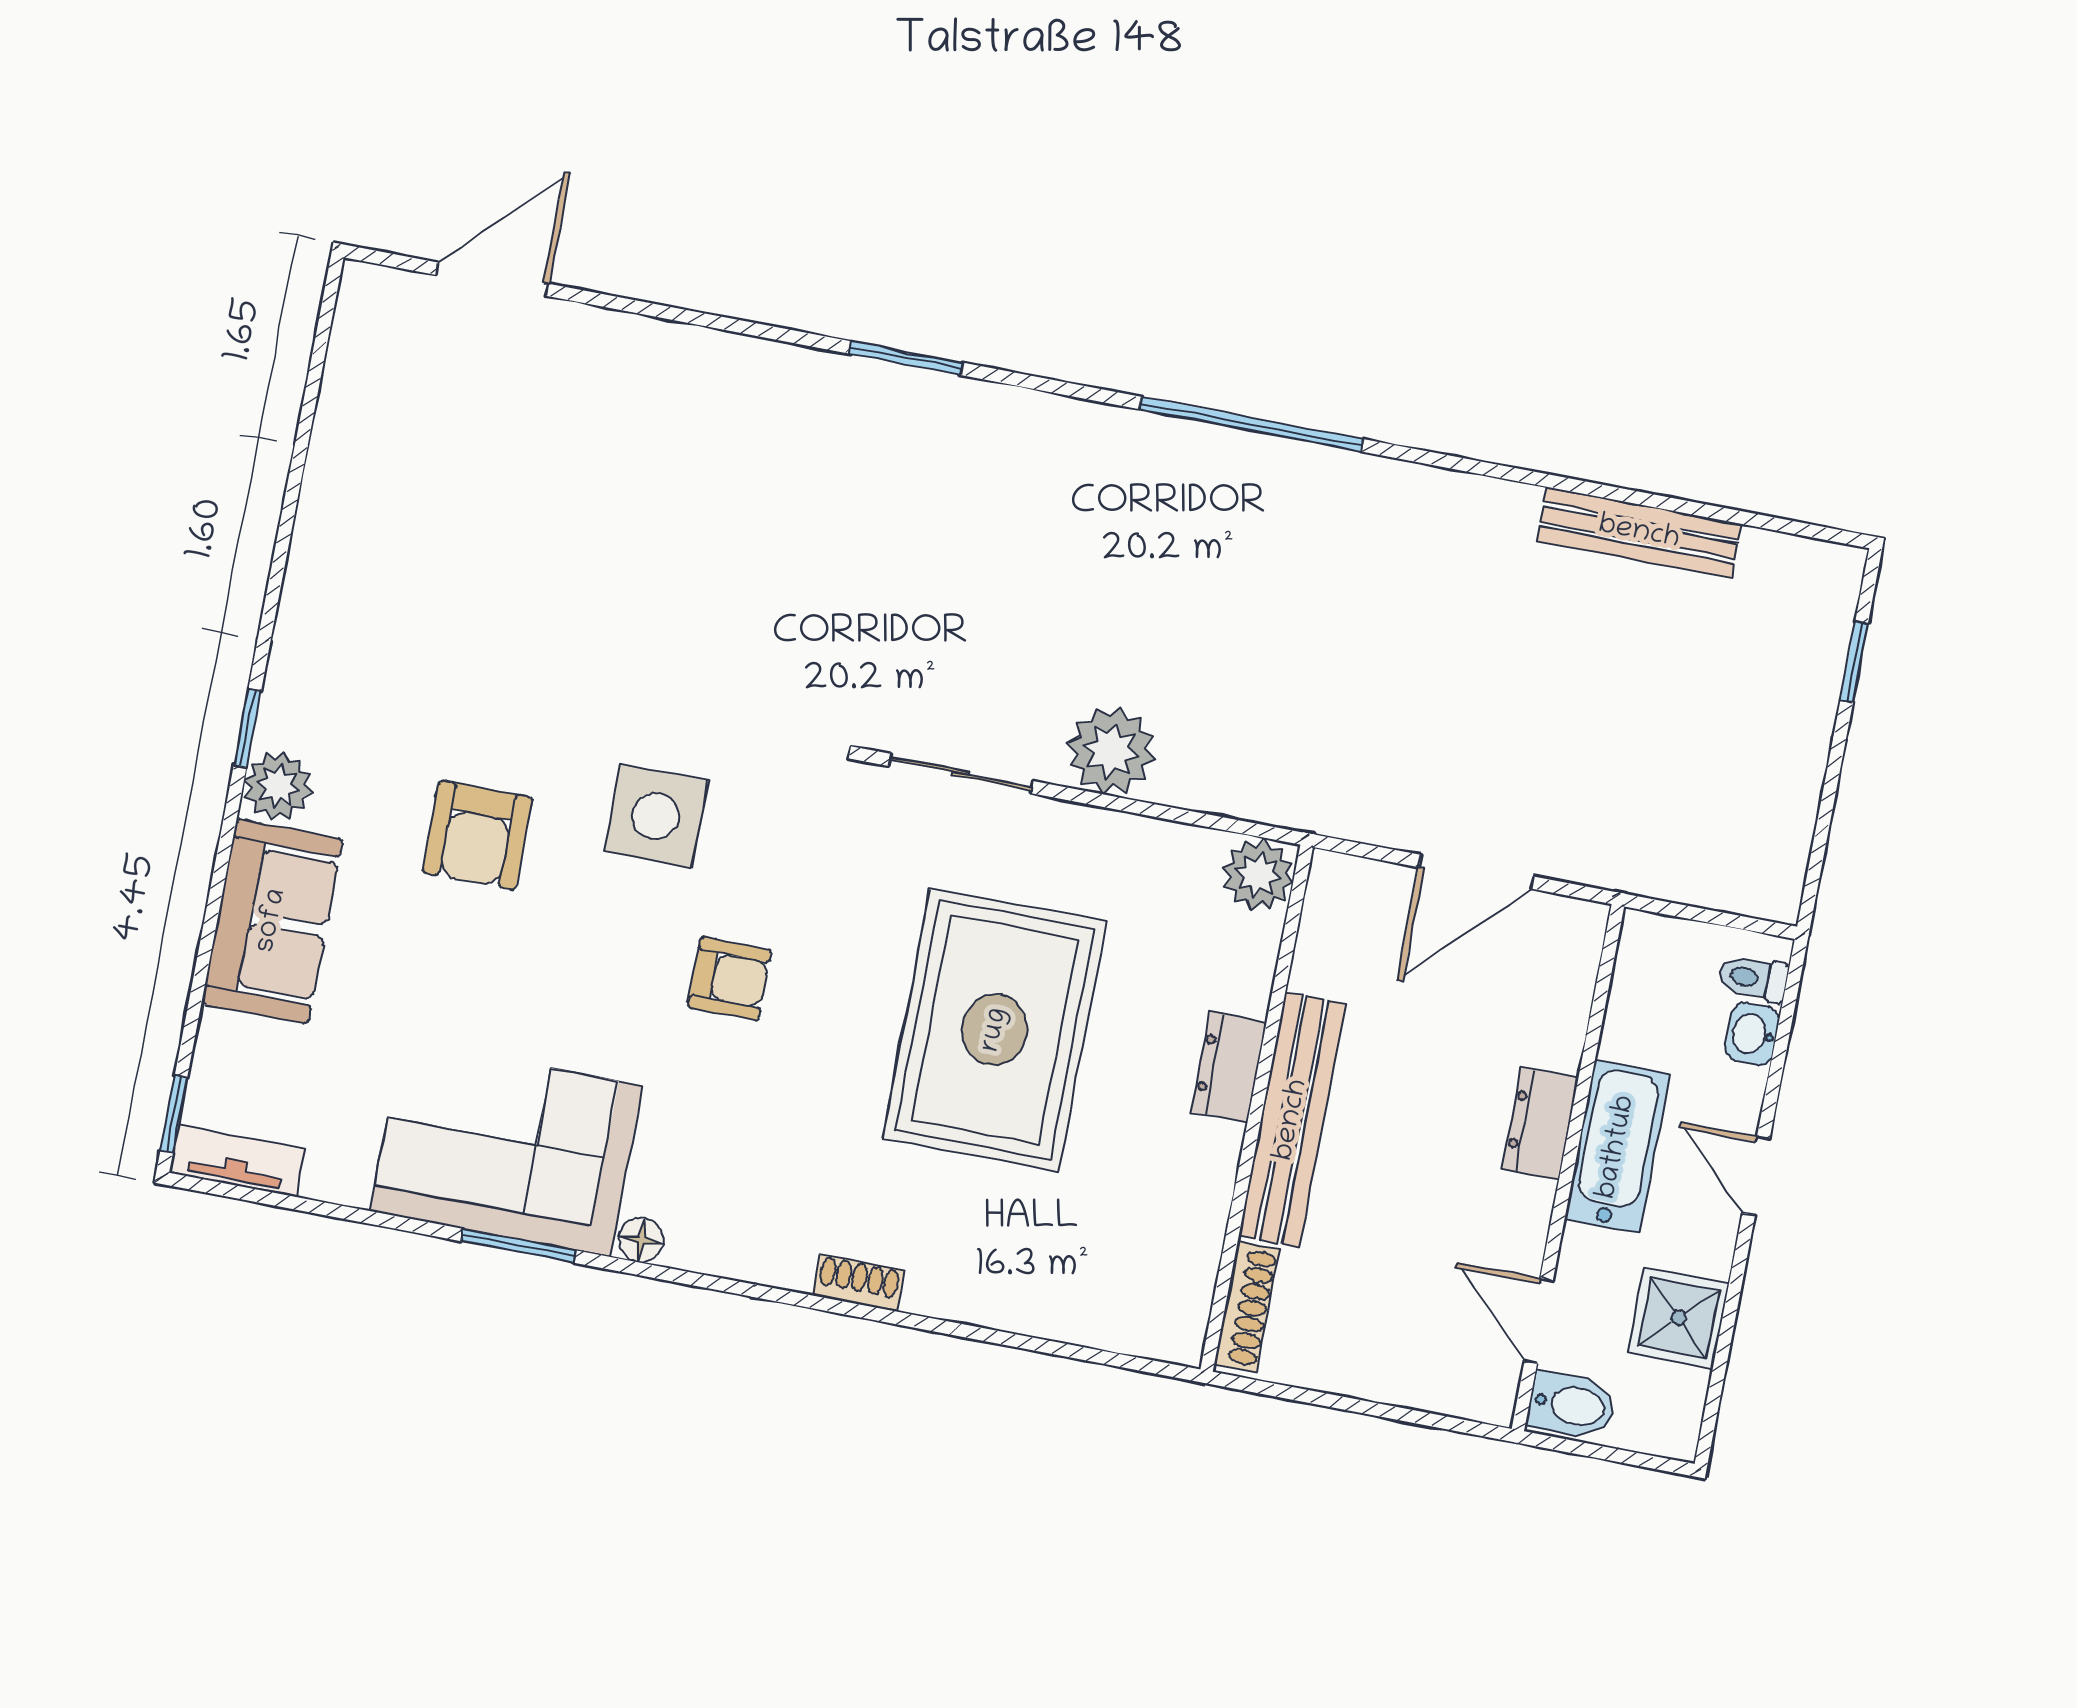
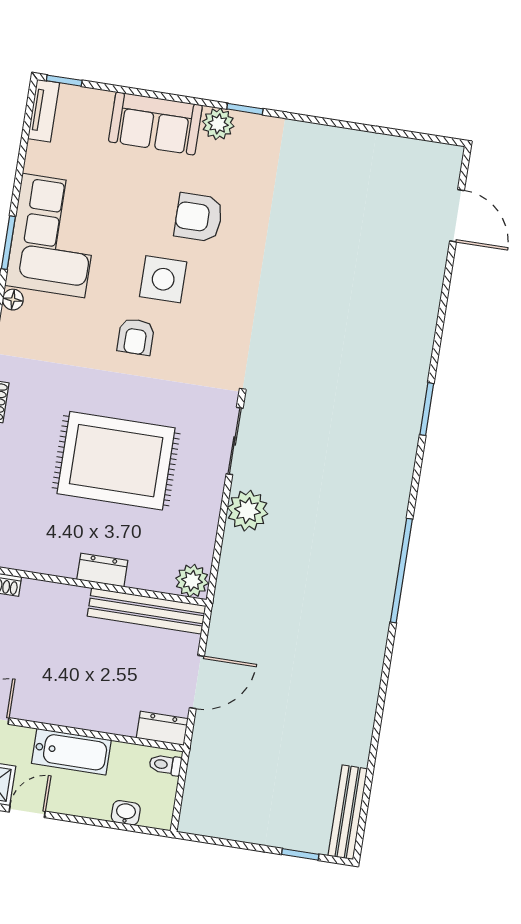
bench: (1639, 533) -> (348, 812), moved
side table: (656, 816) -> (163, 279), moved
door: (1476, 872) -> (197, 682), swing flipped
toilet: (1753, 978) -> (165, 765), moved, turned -90
bench: (1292, 1120) -> (147, 611), moved
dresser: (1540, 1124) -> (162, 728), moved
door: (1756, 1176) -> (27, 812), moved

